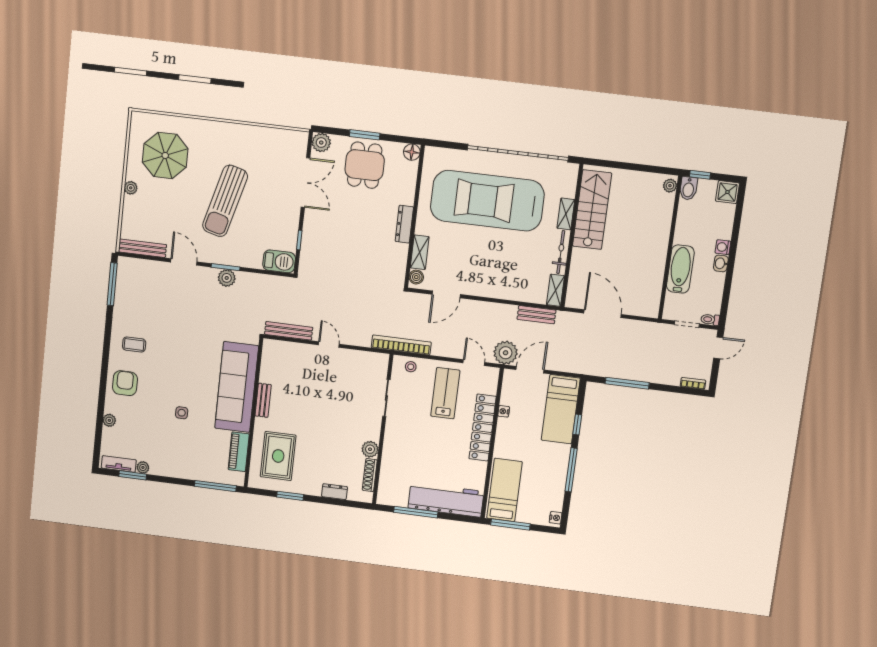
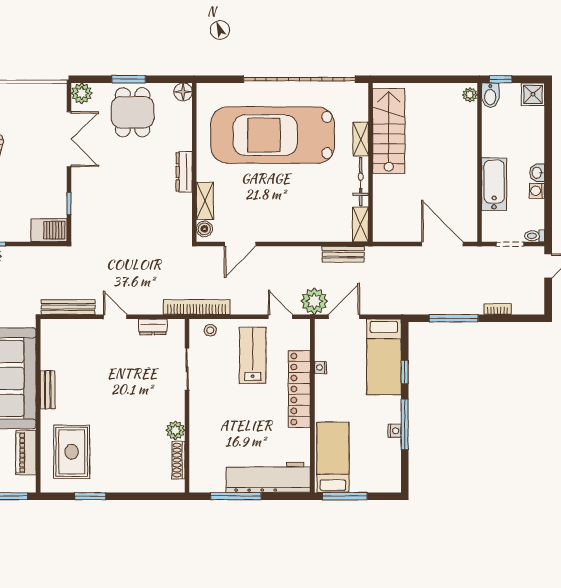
washing machine: (723, 247) -> (537, 191), moved
door: (603, 314) -> (442, 244), moved
bookcase: (693, 383) -> (498, 309), moved
dresser: (334, 492) -> (153, 327), moved, turned 180
nightstand: (556, 518) -> (395, 431), moved

